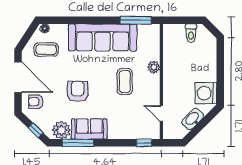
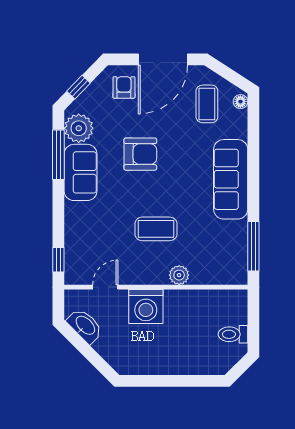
sofa: (103, 37) -> (231, 179), width x0.74, depth x0.79
washing machine: (206, 93) -> (146, 307), moved, turned 180
washbasin: (193, 119) -> (85, 326), moved

